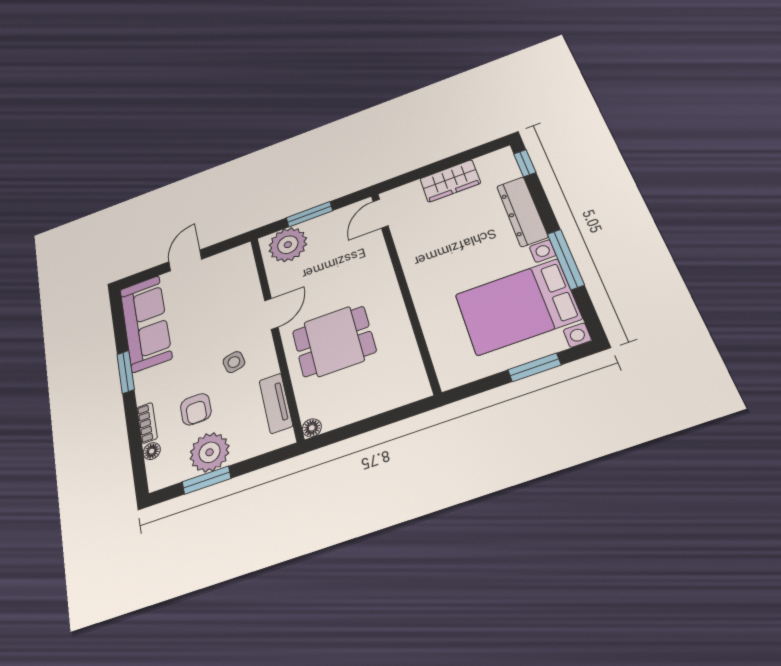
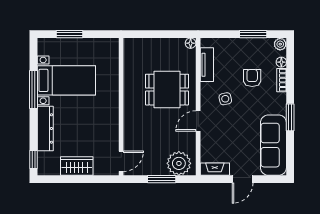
fireplace: (230, 258) -> (215, 169), added
bed with nightstands: (518, 307) -> (66, 80), width x0.73
plant: (210, 452) -> (280, 44), moved, width x0.53, depth x0.53

